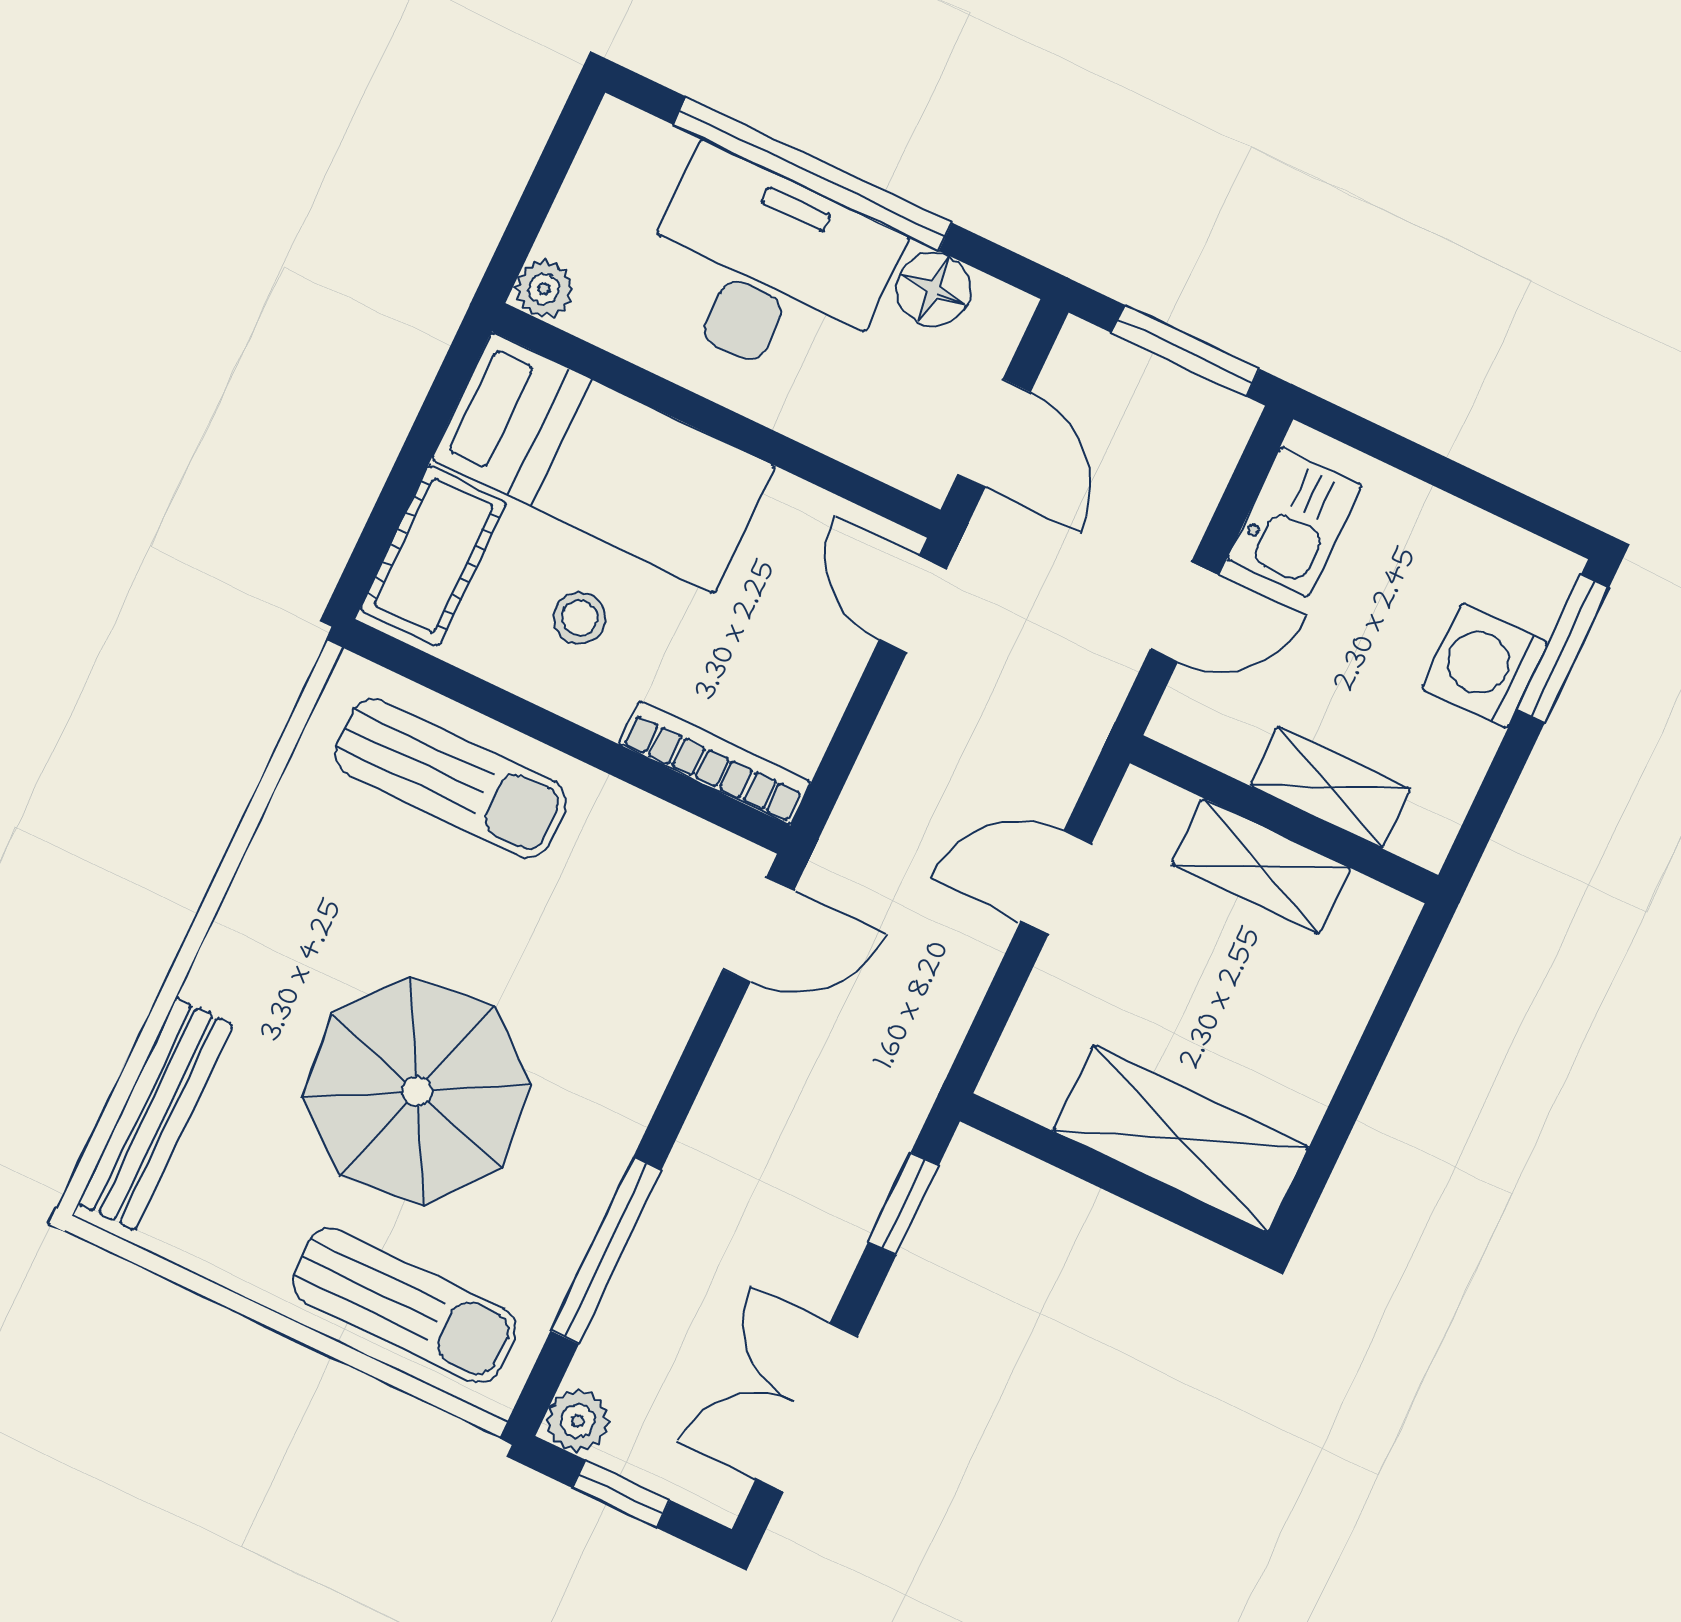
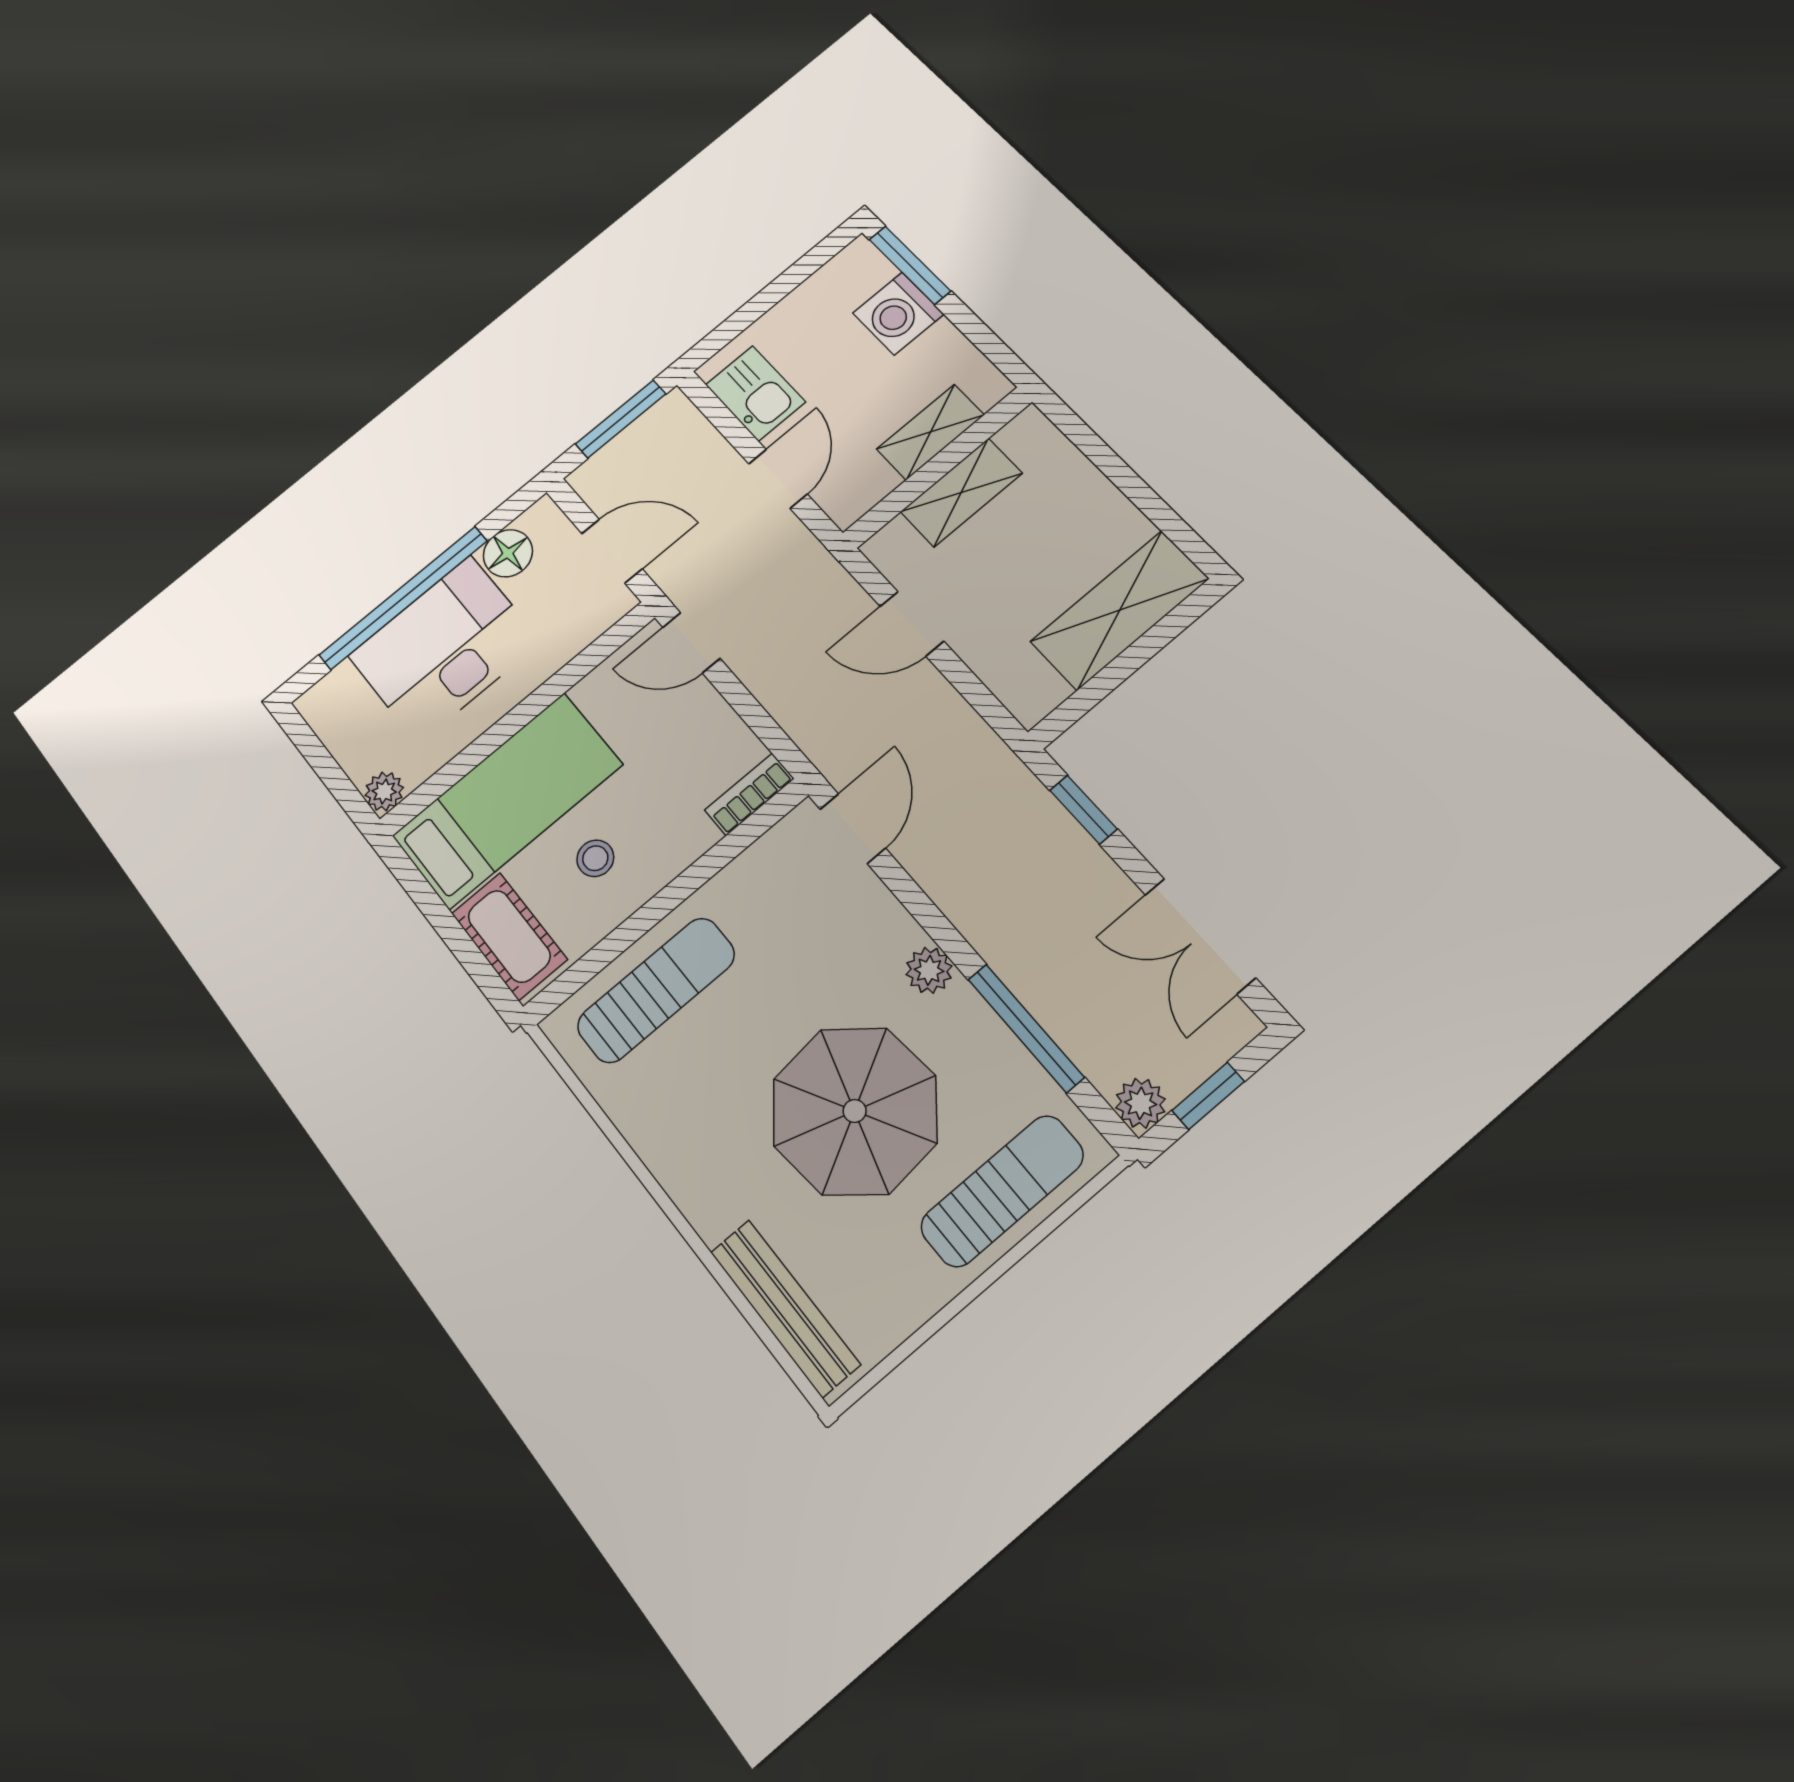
bookcase: (715, 763) -> (749, 794), width x0.64
door: (1056, 883) -> (912, 624), hinge flipped
plant: (624, 1104) -> (929, 970), added

